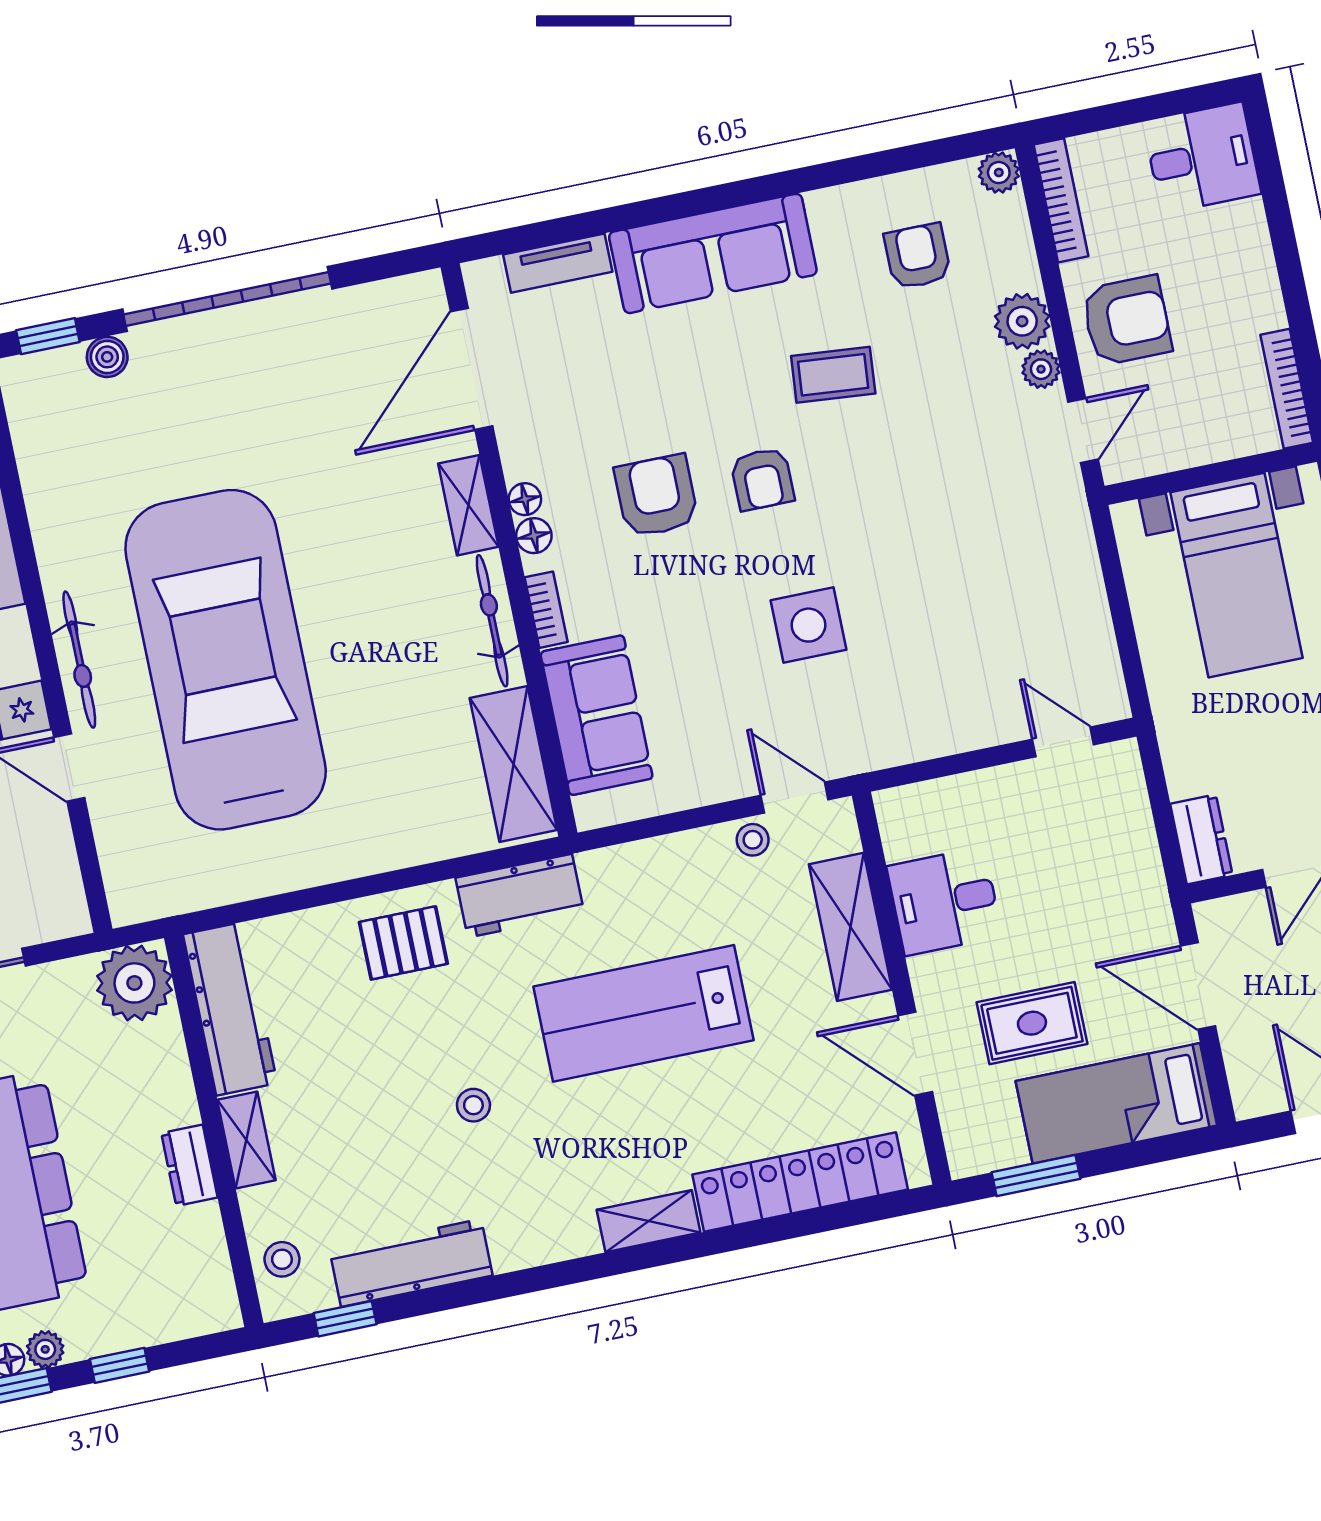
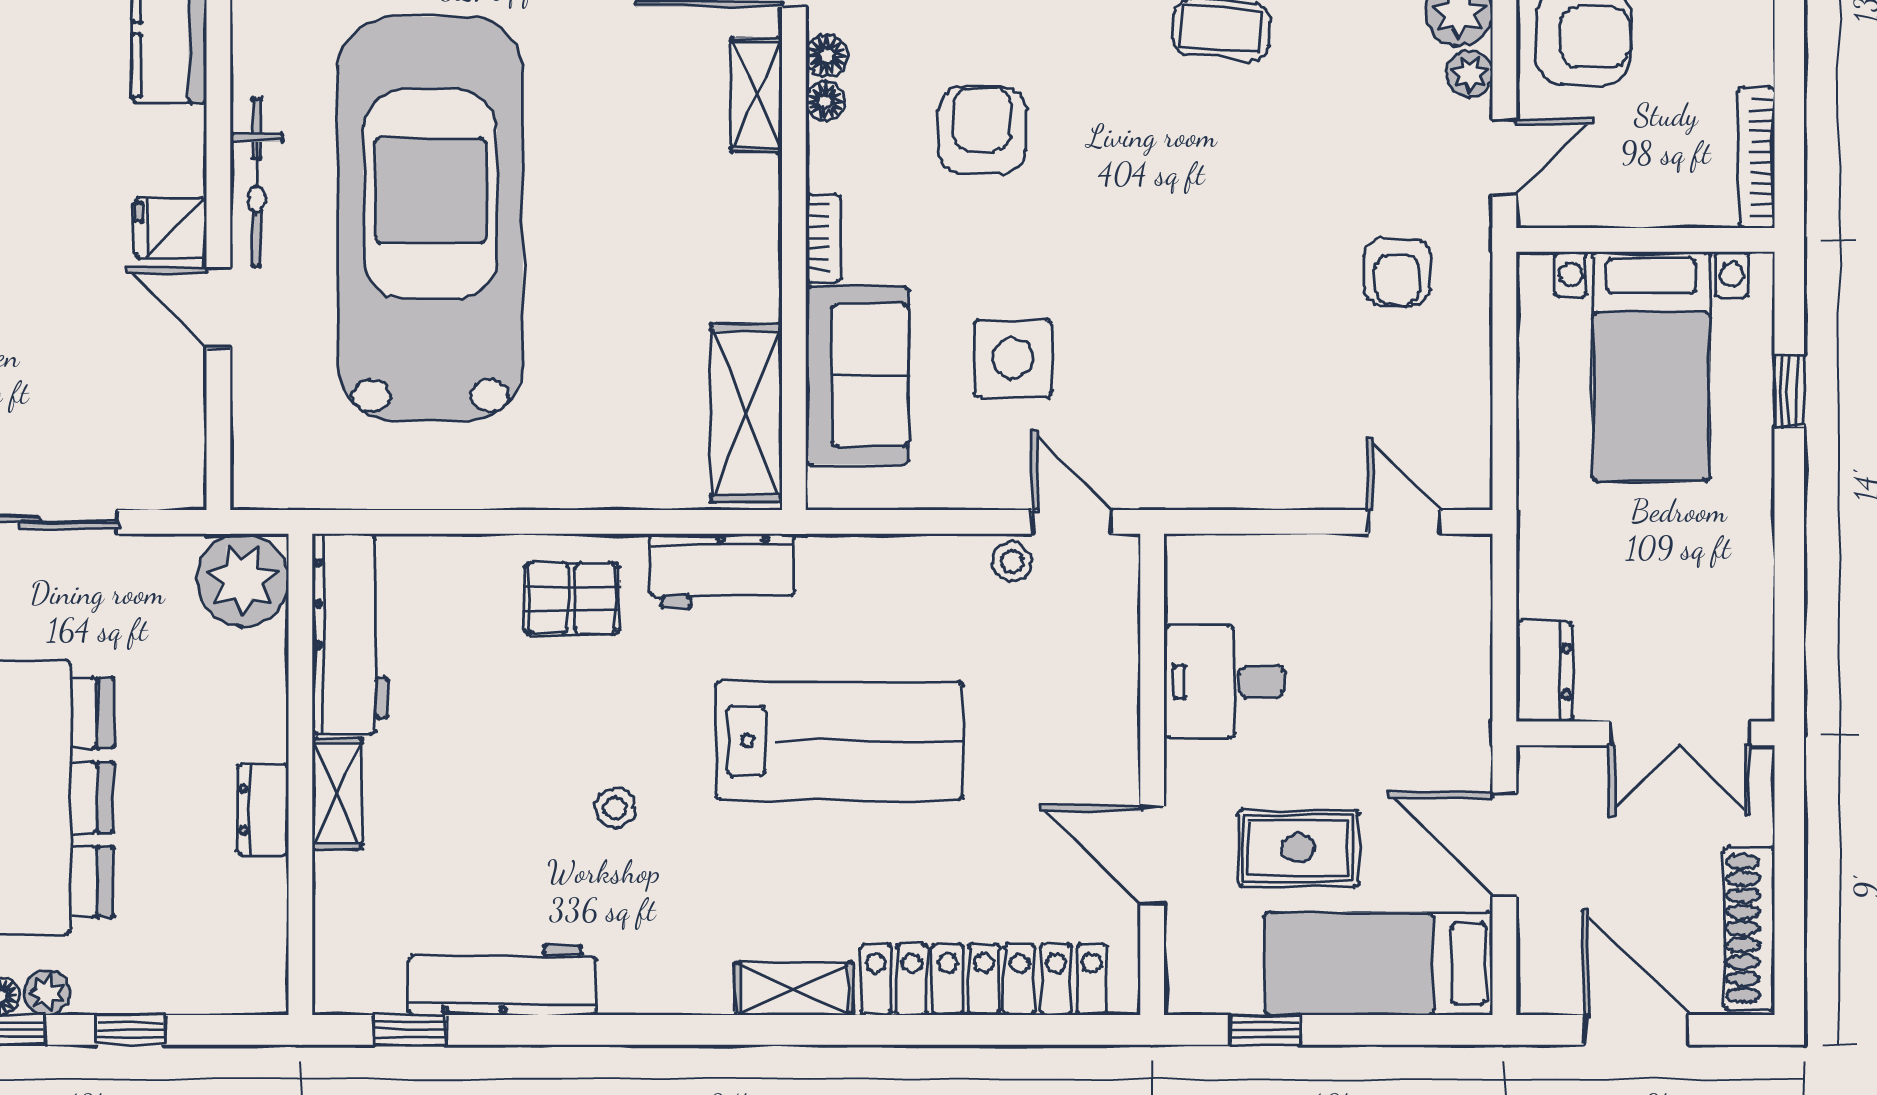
armchair: (762, 479) -> (1397, 272), moved
floor lamp: (534, 536) -> (827, 56), moved
bicycle: (492, 621) -> (756, 238), removed
side table: (808, 625) -> (1013, 358), moved
shelving: (850, 927) -> (1106, 689), removed
lab bench: (643, 1013) -> (839, 741), turned 180
window: (1036, 1176) -> (1266, 1030), width x0.67
stool: (282, 1259) -> (350, 944), removed

